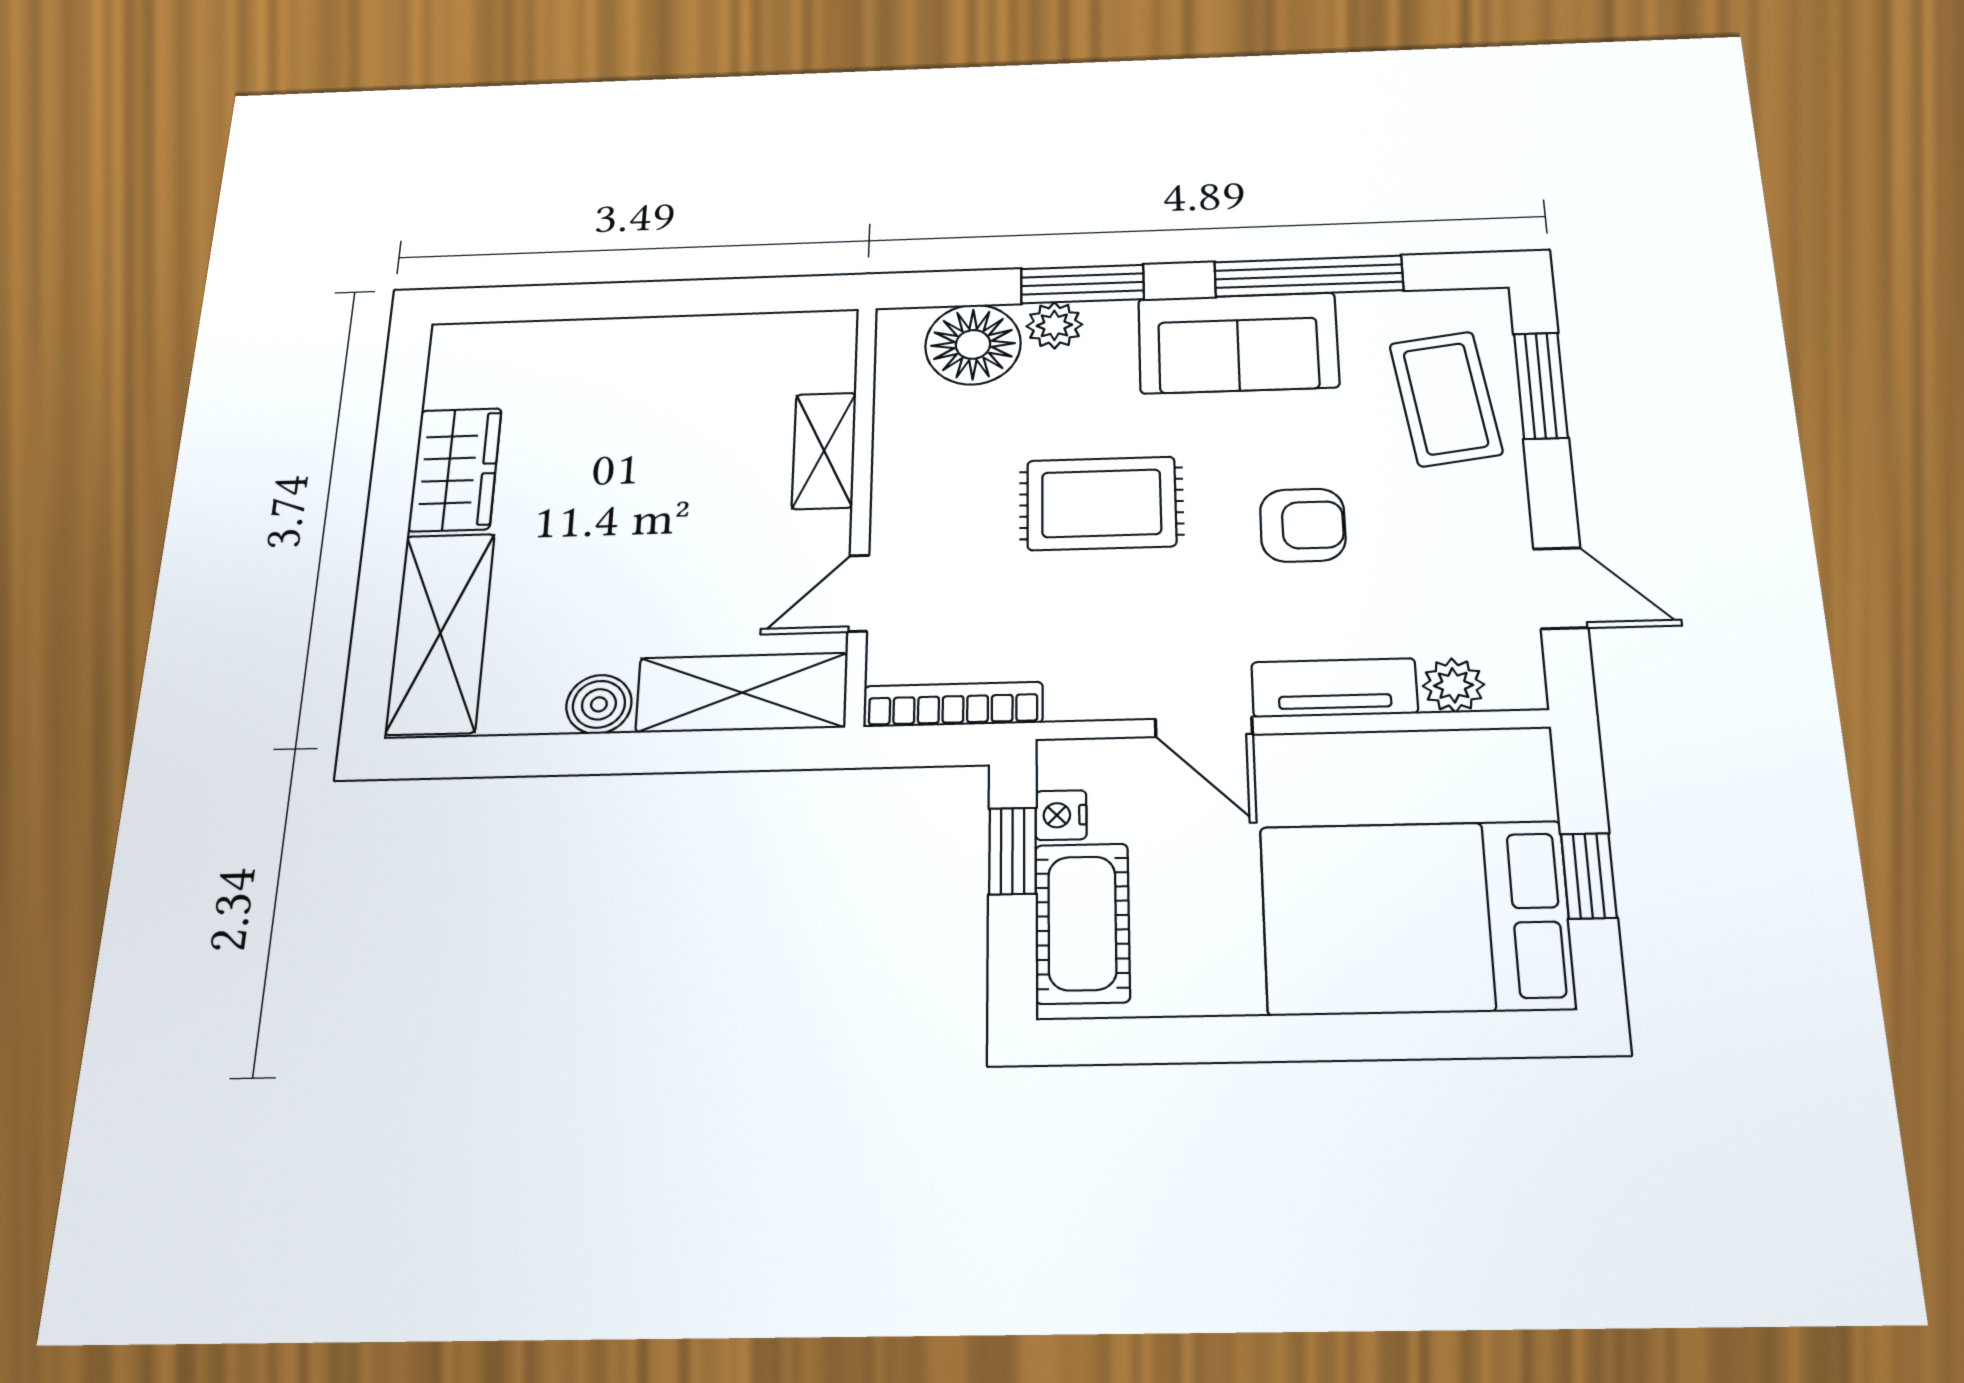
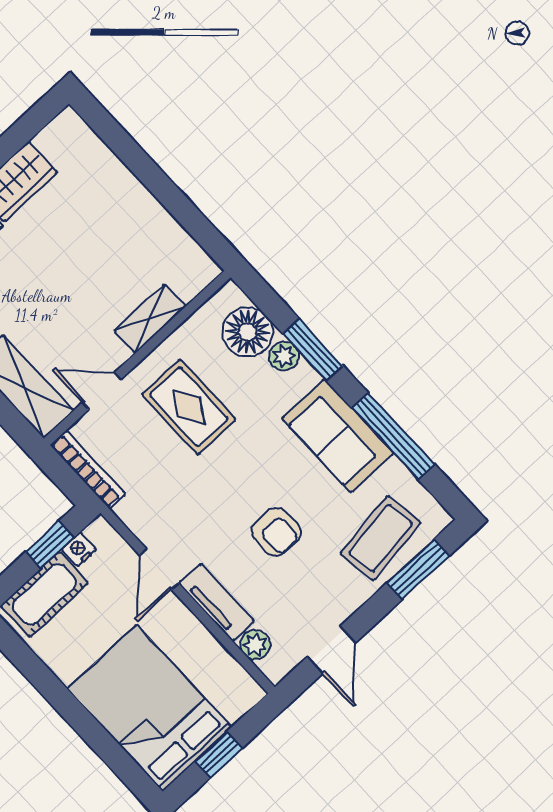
rug: (1101, 503) -> (189, 407), moved

